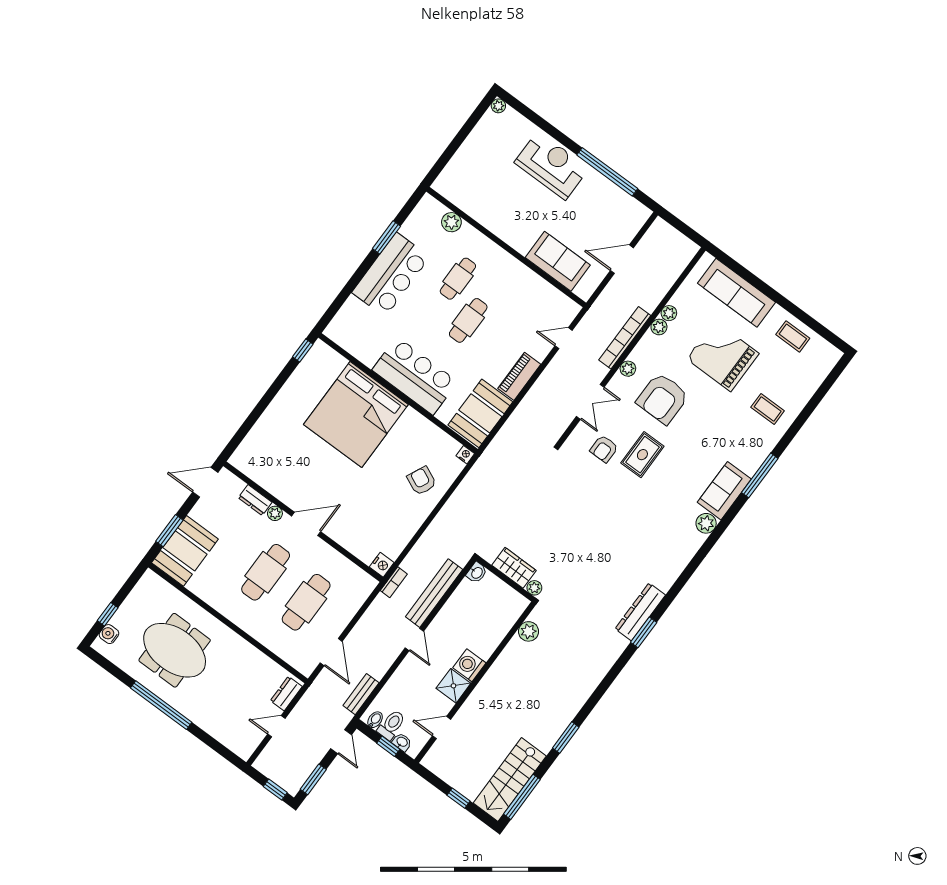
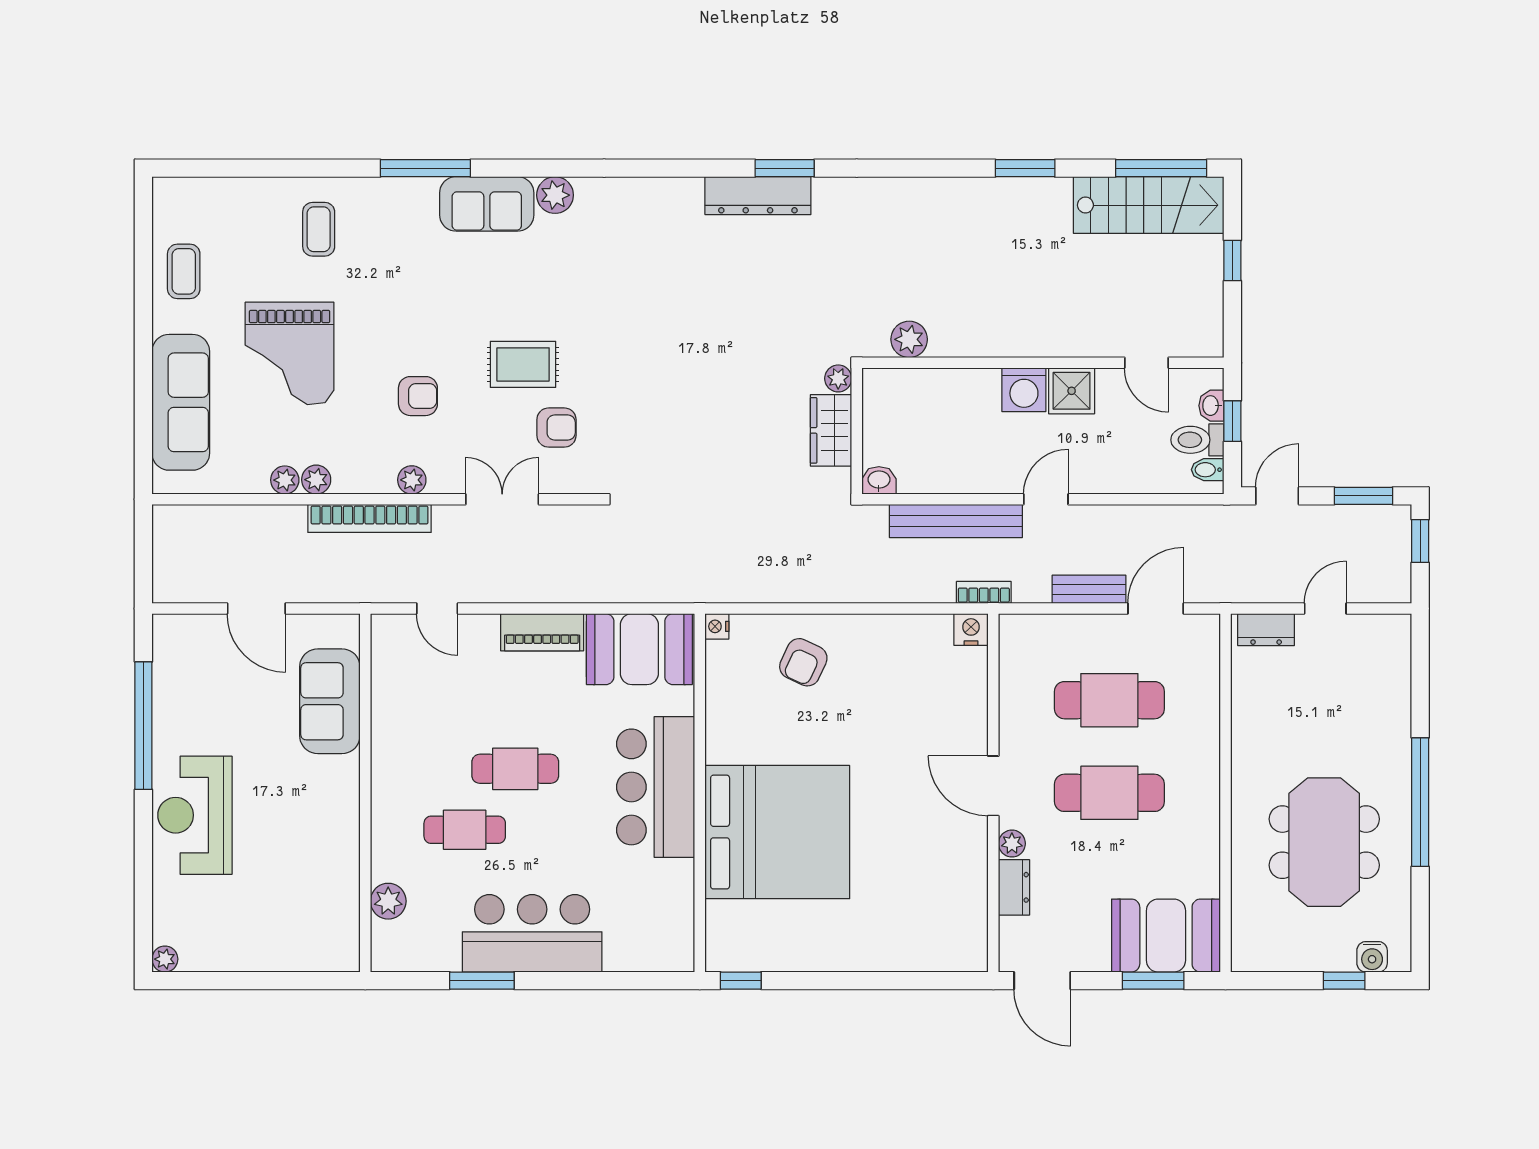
armchair: (663, 398) -> (418, 396), width x0.53, depth x0.53
bench: (361, 694) -> (1089, 589), moved
door: (276, 726) -> (1325, 609), swing flipped

